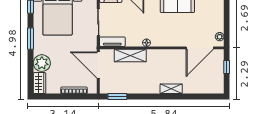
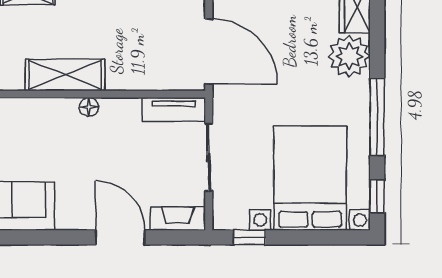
window: (31, 39) -> (377, 117), width x1.44
shelving: (130, 56) -> (65, 75), moved

